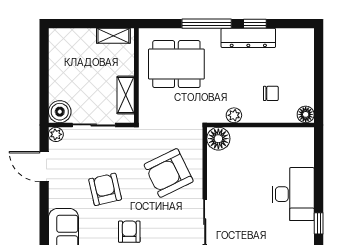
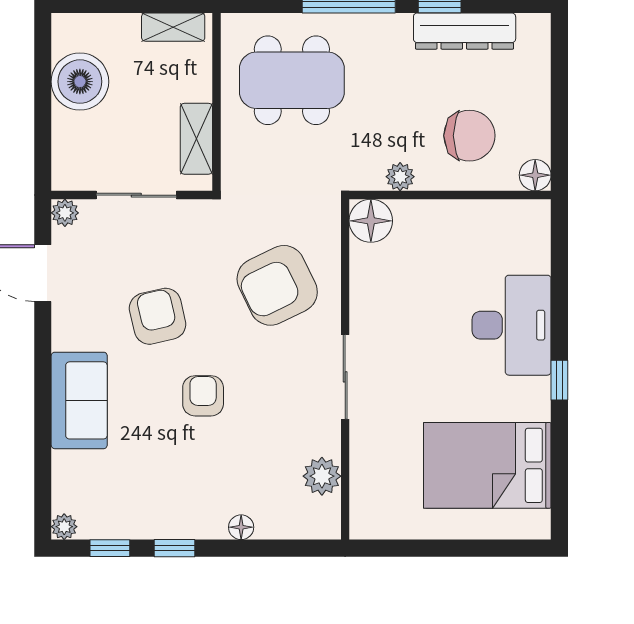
dresser: (248, 38) -> (465, 31), moved
chair: (271, 93) -> (469, 136), width x1.87, depth x1.87
boiler: (60, 112) -> (80, 82), moved, width x1.37, depth x1.37

